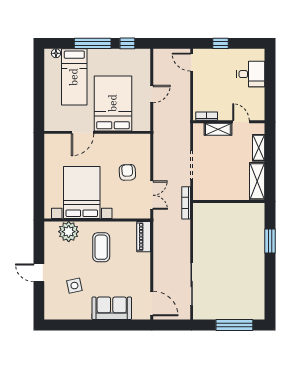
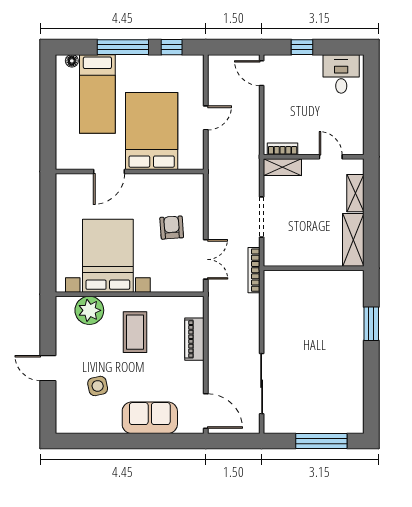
desk: (251, 74) -> (341, 74), moved, turned -90
shelving: (218, 129) -> (282, 167), moved
piano: (144, 237) -> (194, 339), moved

